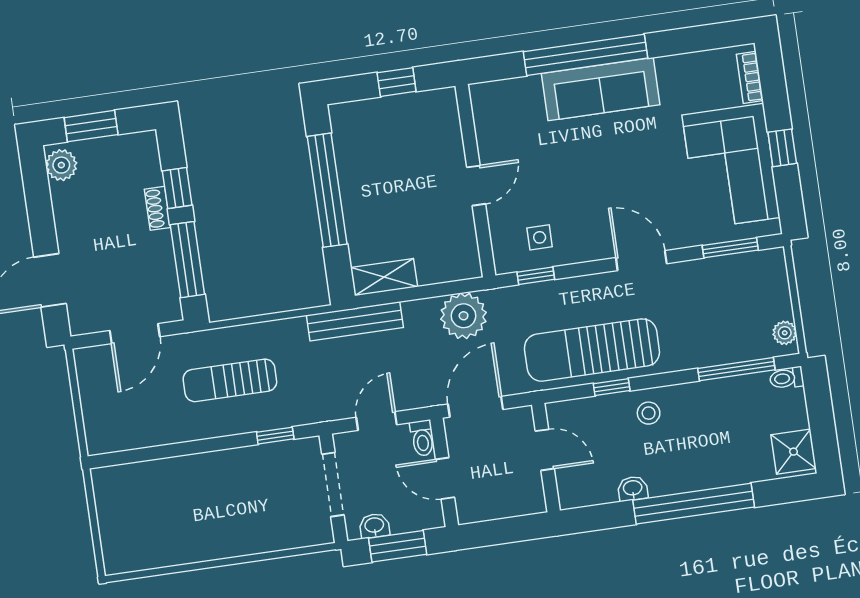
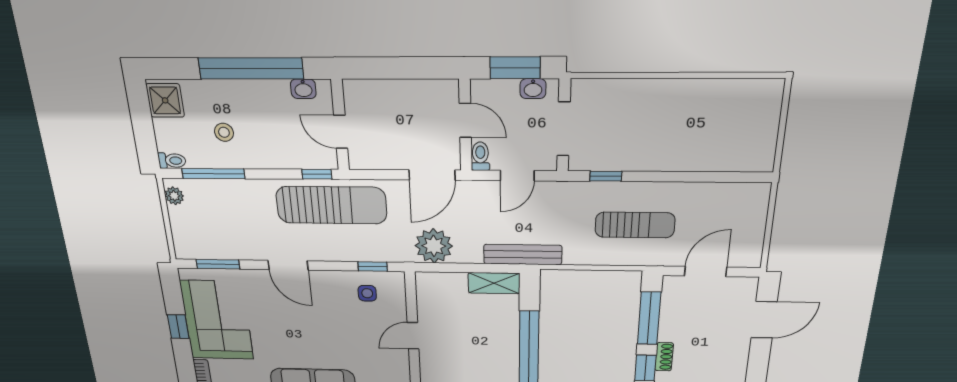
stool: (649, 413) -> (224, 132), moved
door: (545, 450) -> (341, 132), moved
wall: (546, 458) -> (340, 125), moved

